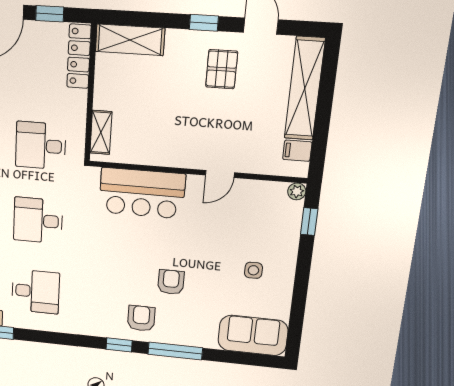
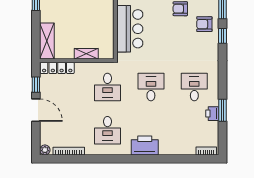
shelving: (101, 132) -> (86, 54), moved
desk: (38, 220) -> (151, 87), turned 180

